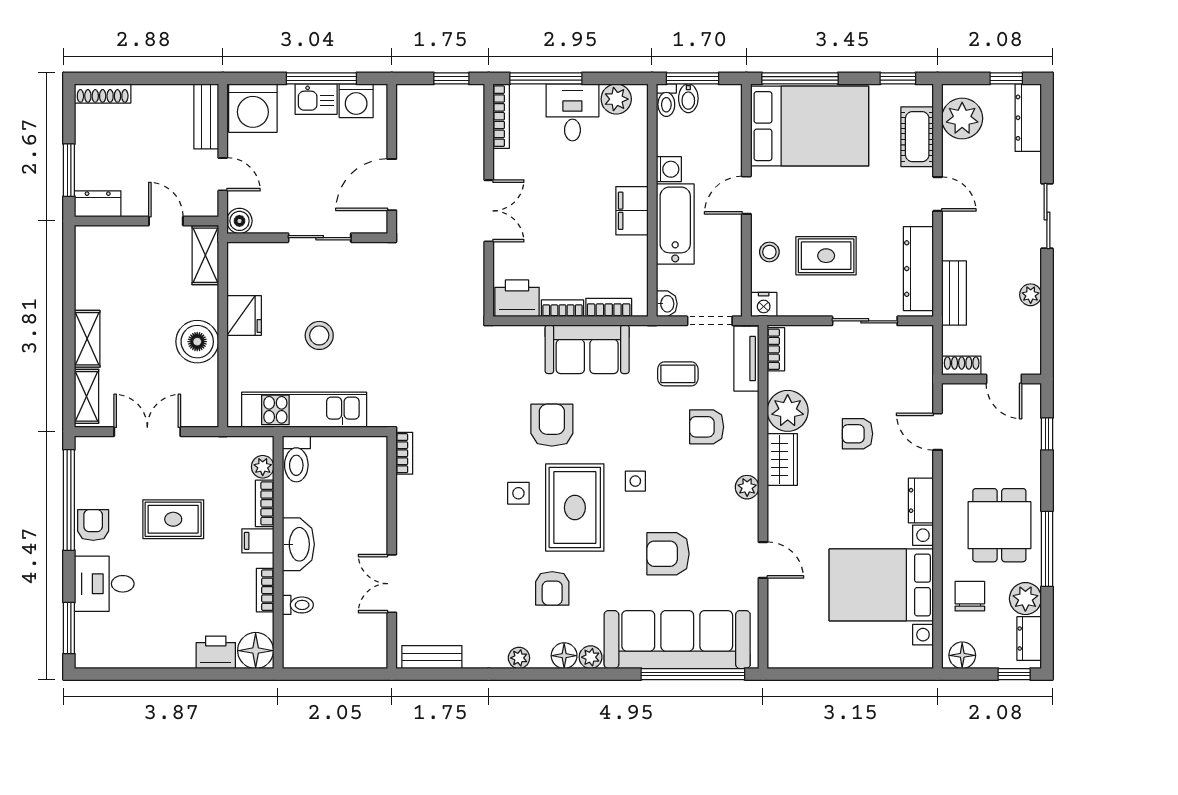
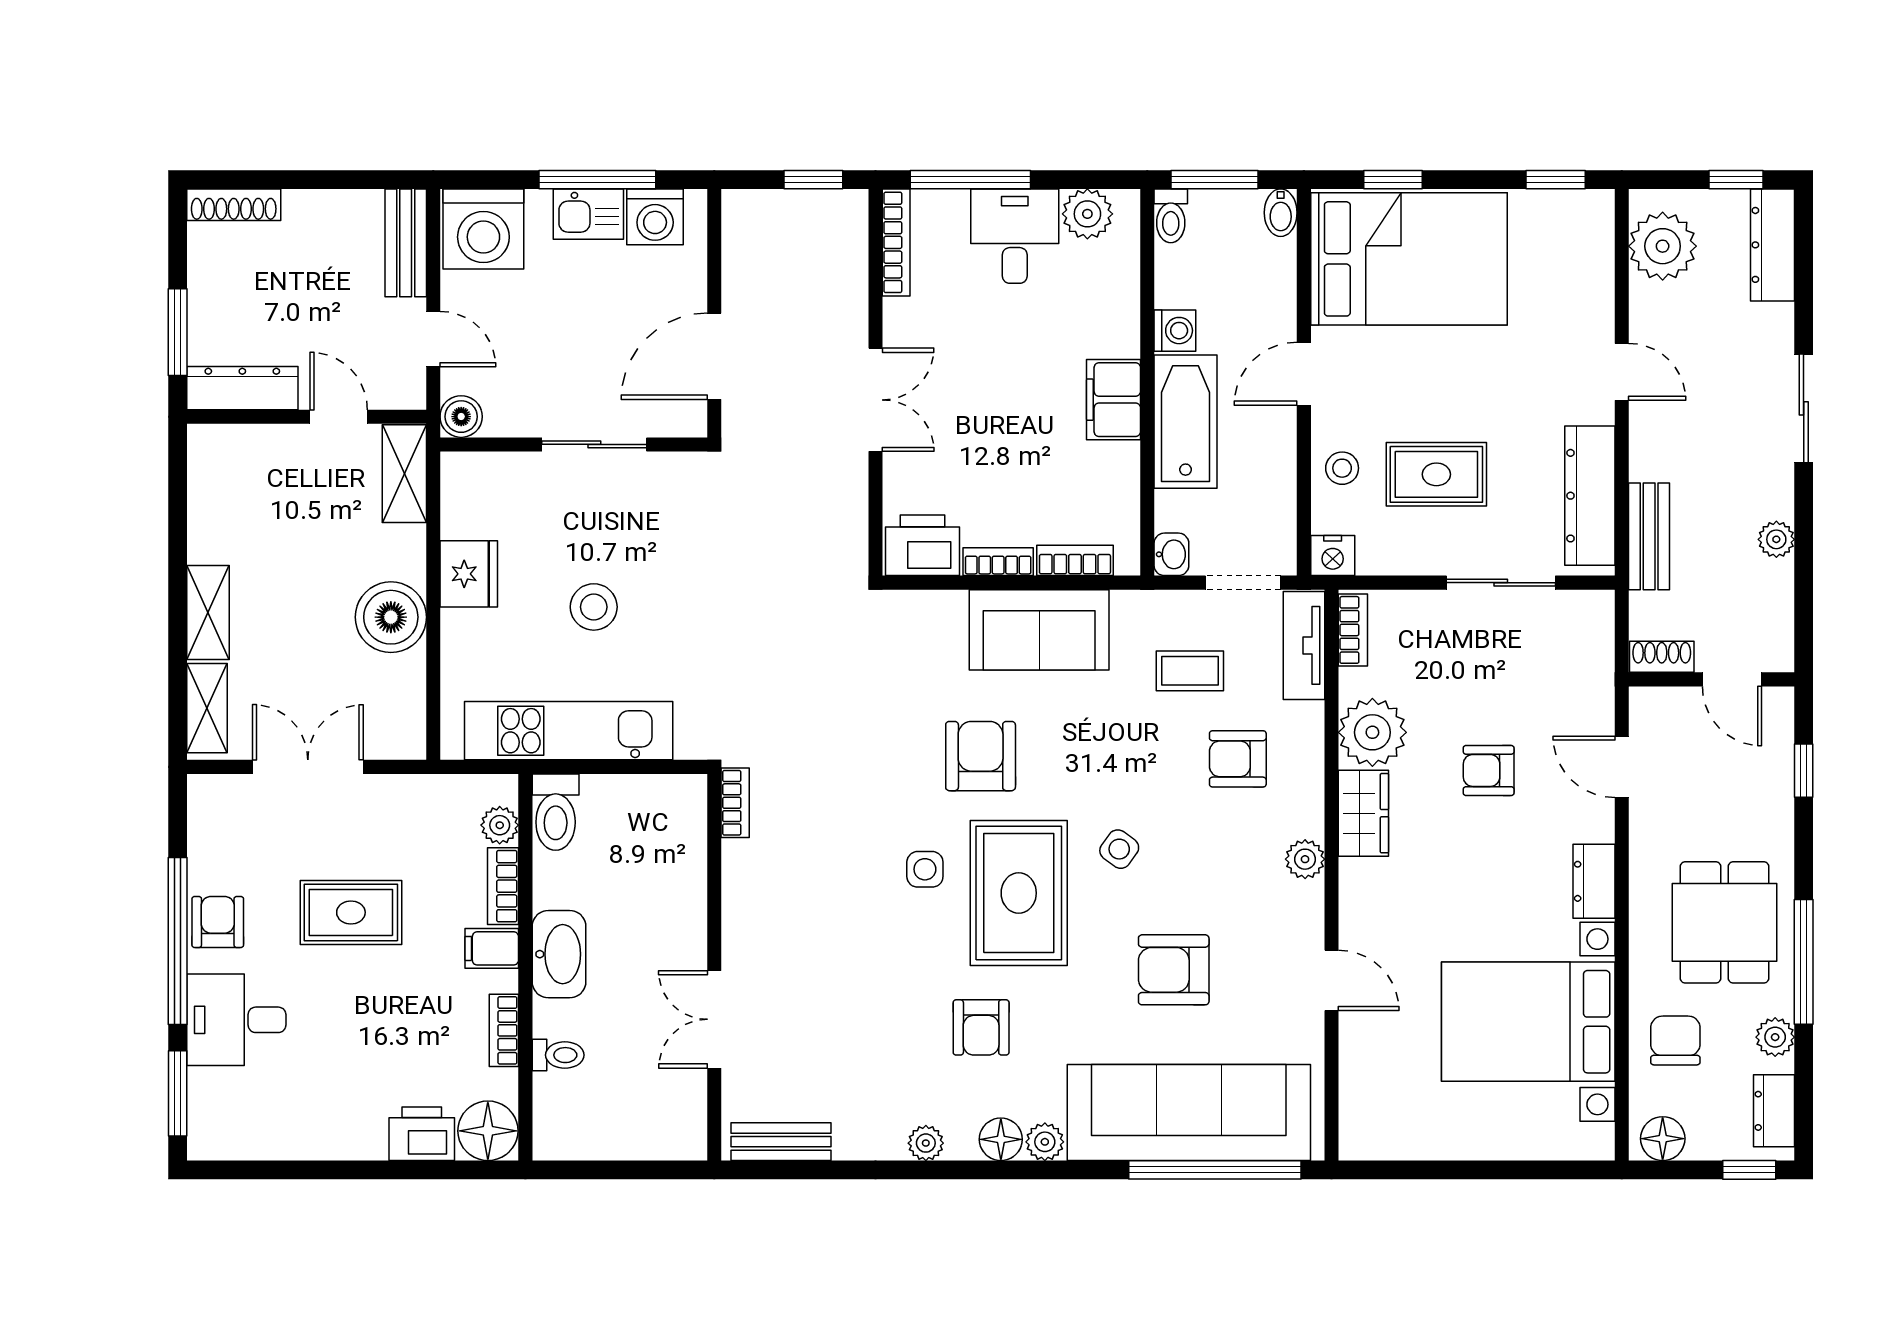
window: (800, 78) -> (1393, 180), width x0.46
bidet: (688, 98) -> (1281, 213), moved
cot: (917, 137) -> (1588, 276), removed
dresser: (98, 204) -> (242, 388), width x1.44
side table: (635, 481) -> (1119, 849), turned 36
window: (69, 500) -> (178, 941), moved
plant: (1025, 599) -> (1775, 1037), width x0.73, depth x0.73

